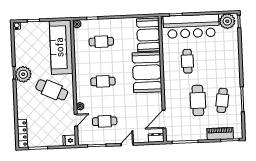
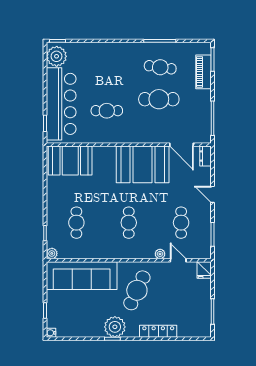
booth: (147, 72) -> (143, 164), moved
locker: (22, 134) -> (158, 331), moved

